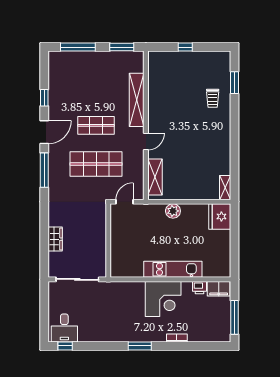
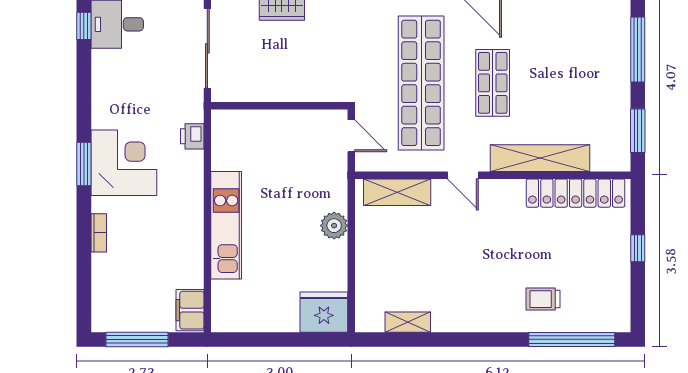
locker: (155, 81) -> (576, 193), added
window: (234, 83) -> (572, 339), width x2.11
shop shelf: (96, 164) -> (421, 83), width x1.40
shelving: (225, 188) -> (408, 322), moved
printer: (200, 288) -> (192, 136), moved
corner desk: (163, 299) -> (124, 163), moved, turned 180

